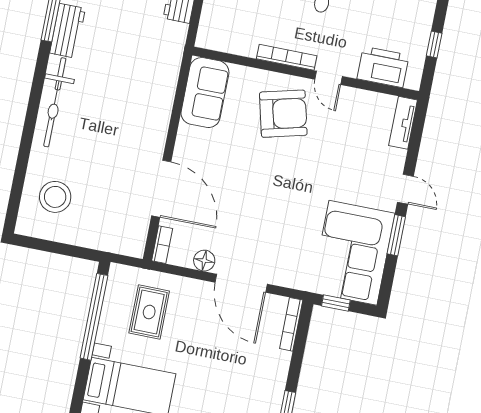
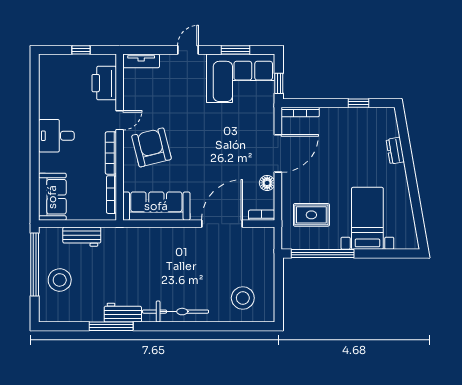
bookcase: (230, 47) -> (111, 195), added
sofa: (205, 93) -> (156, 206), width x1.36
window: (396, 235) -> (236, 50), moved

